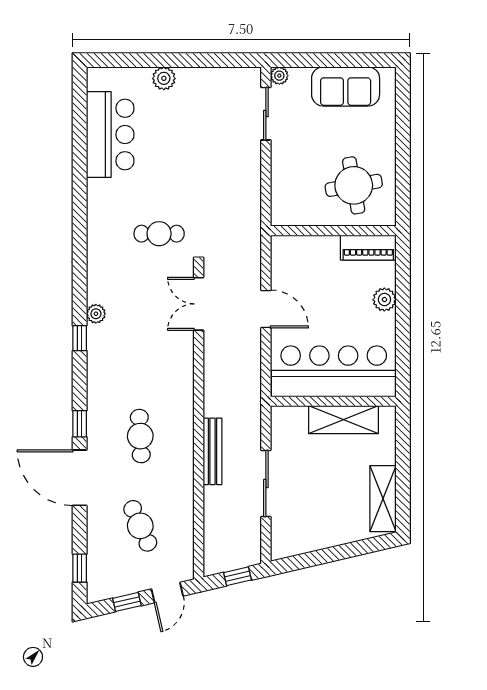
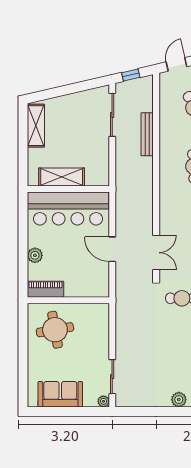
bench: (212, 451) -> (147, 134), moved
sliding door: (266, 484) -> (112, 115), moved

